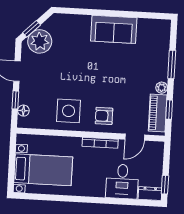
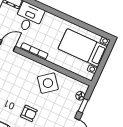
side table: (69, 111) -> (48, 83), turned -38
armchair: (104, 116) -> (29, 113), moved

